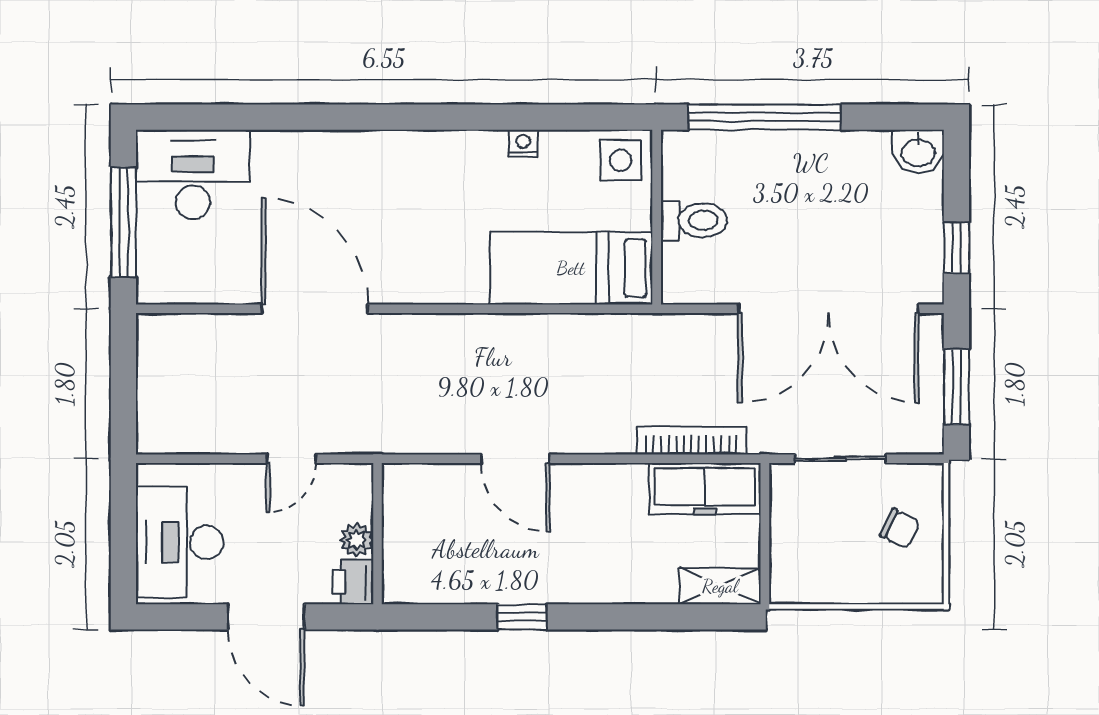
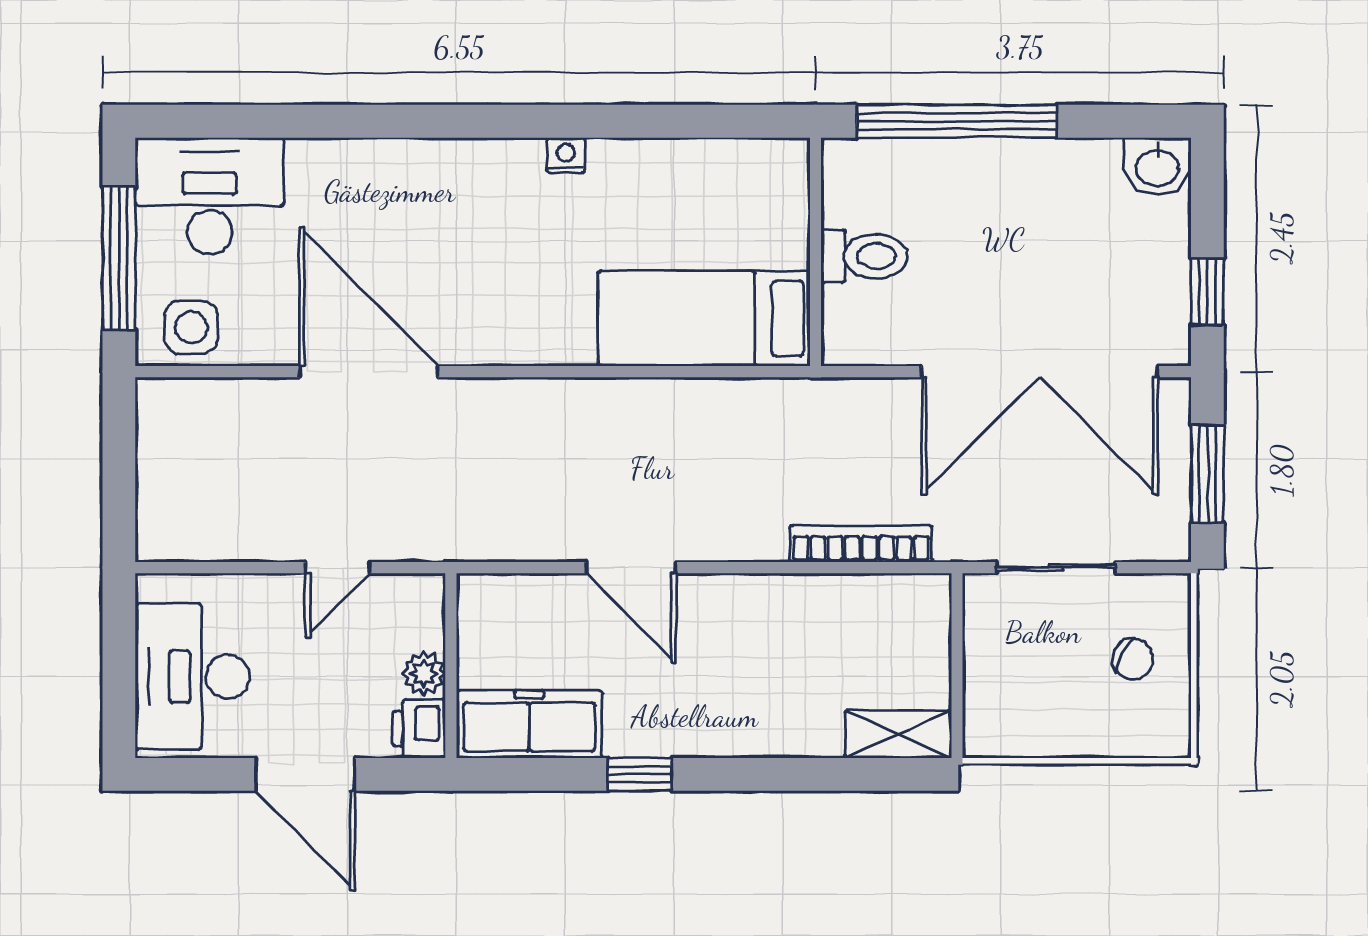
nightstand: (523, 143) -> (566, 155), moved
side table: (621, 160) -> (191, 327), moved
freezer: (705, 489) -> (529, 724), moved, turned 180

